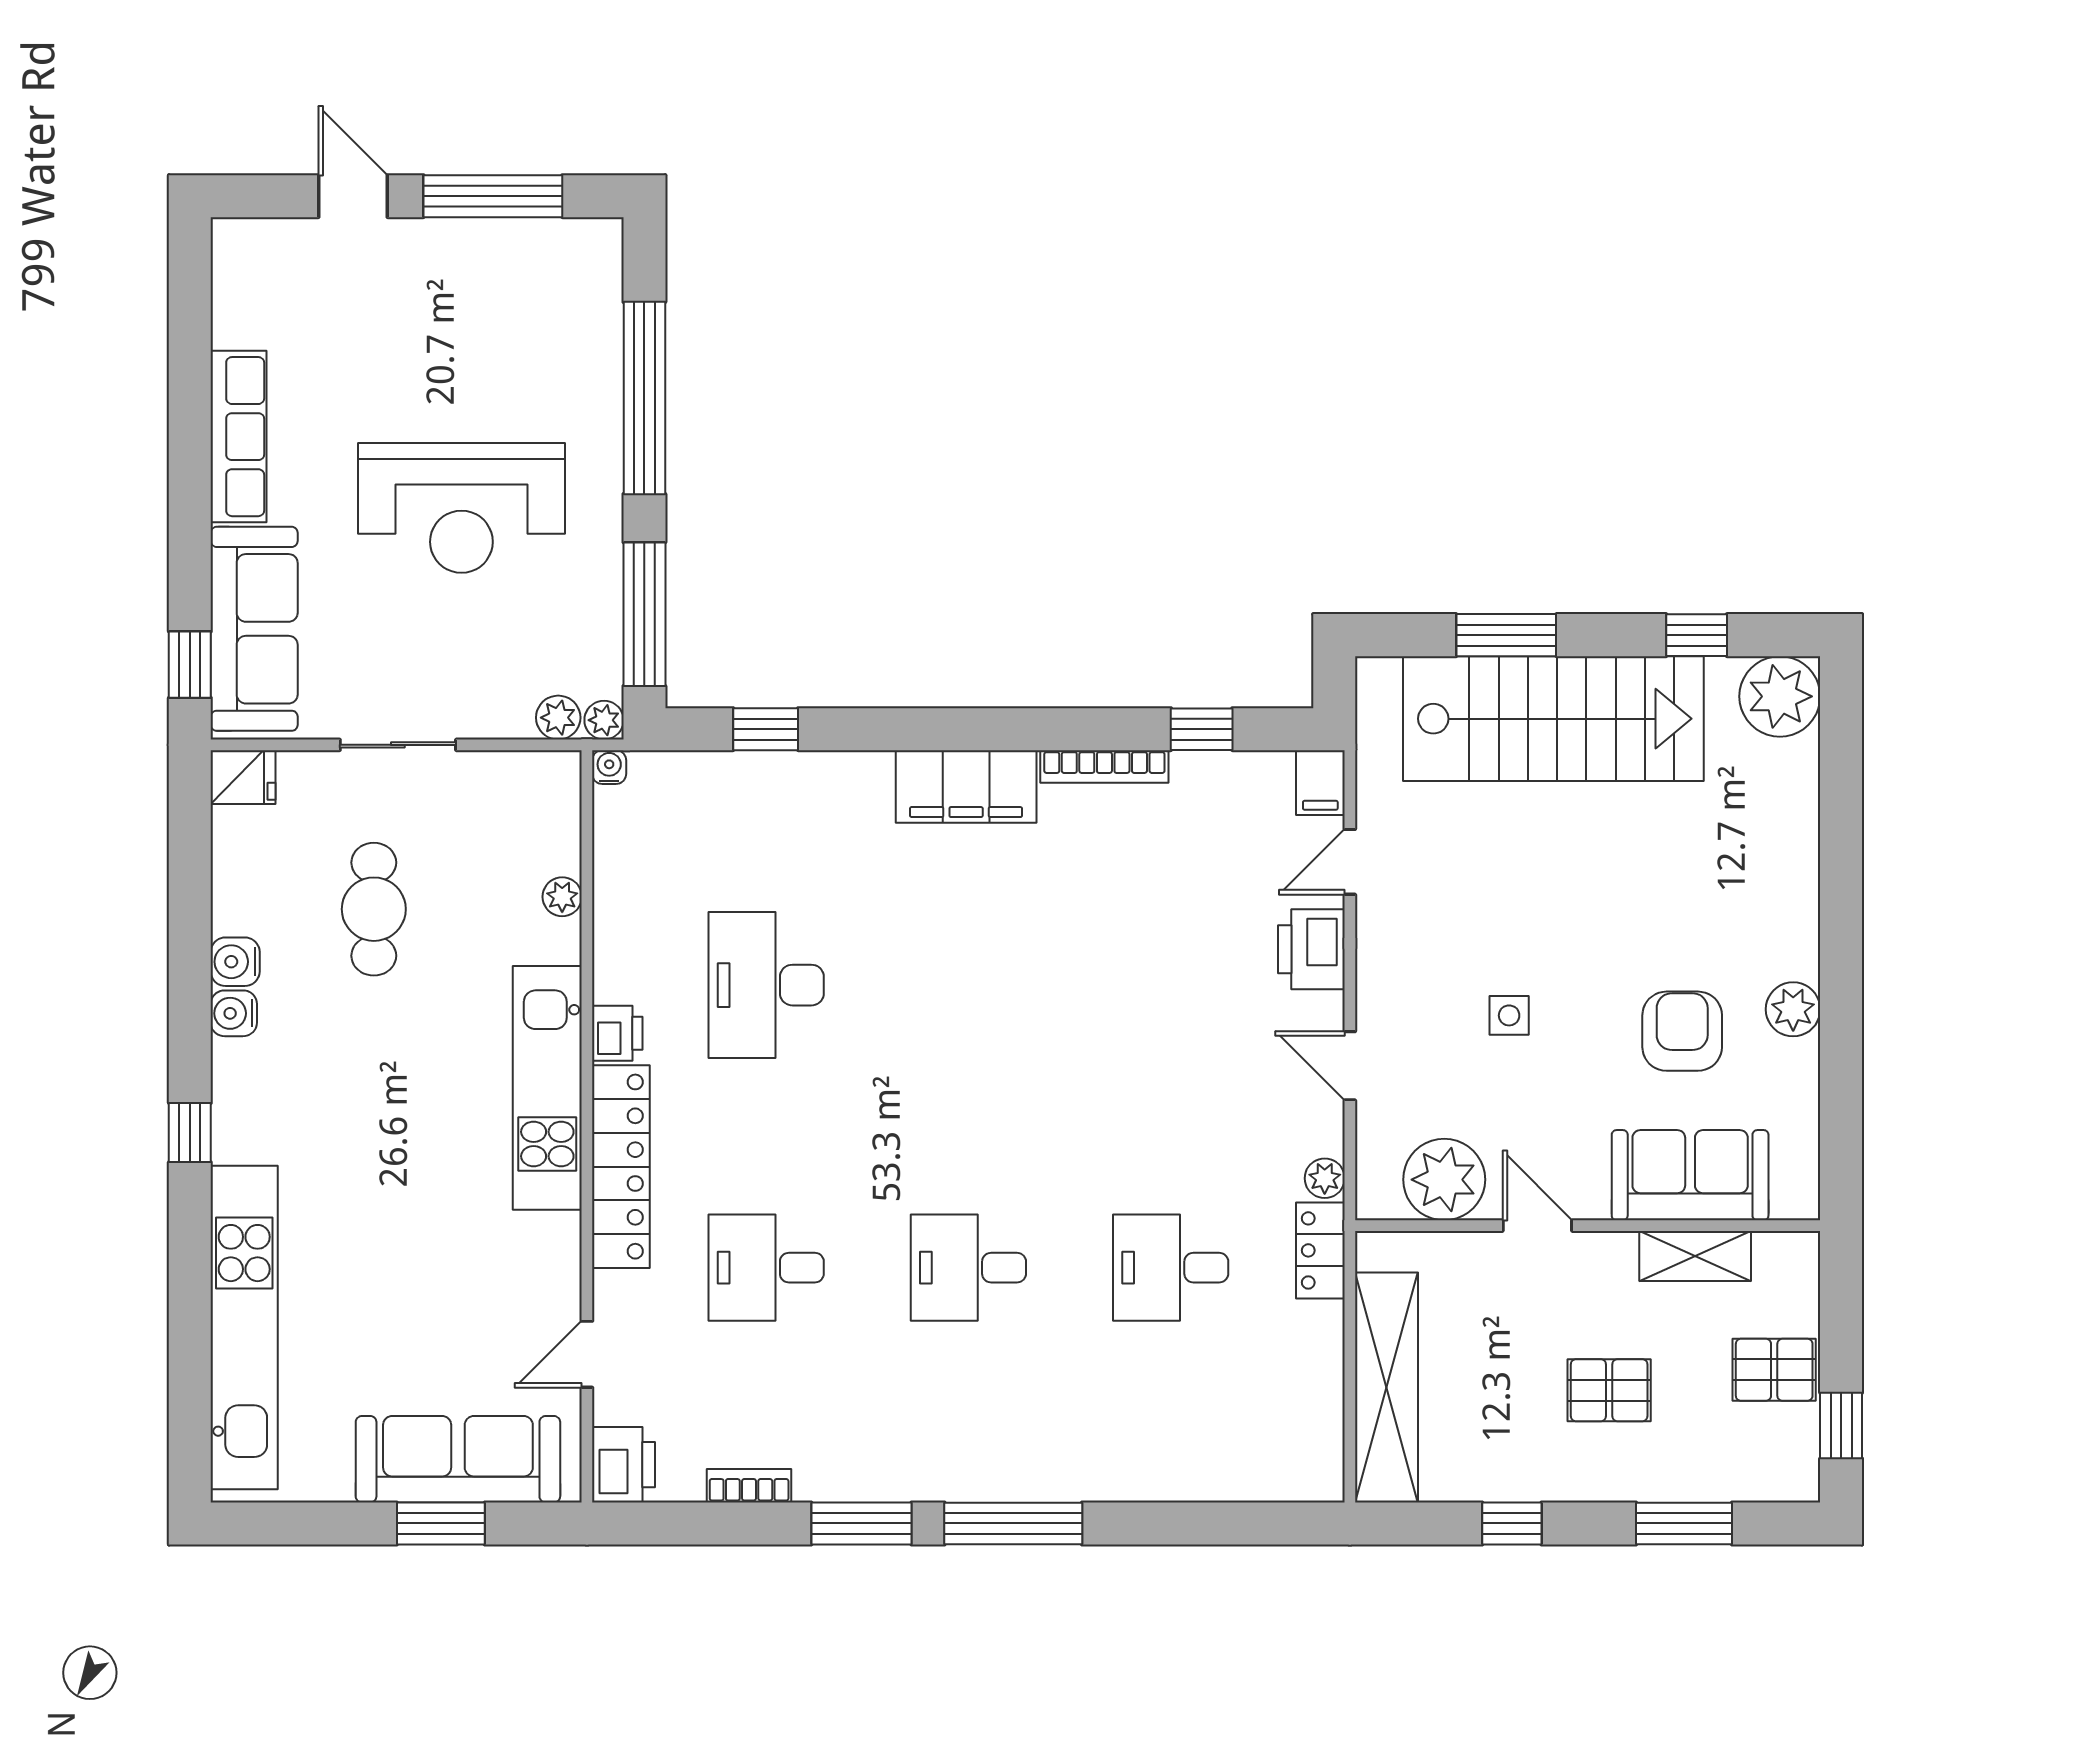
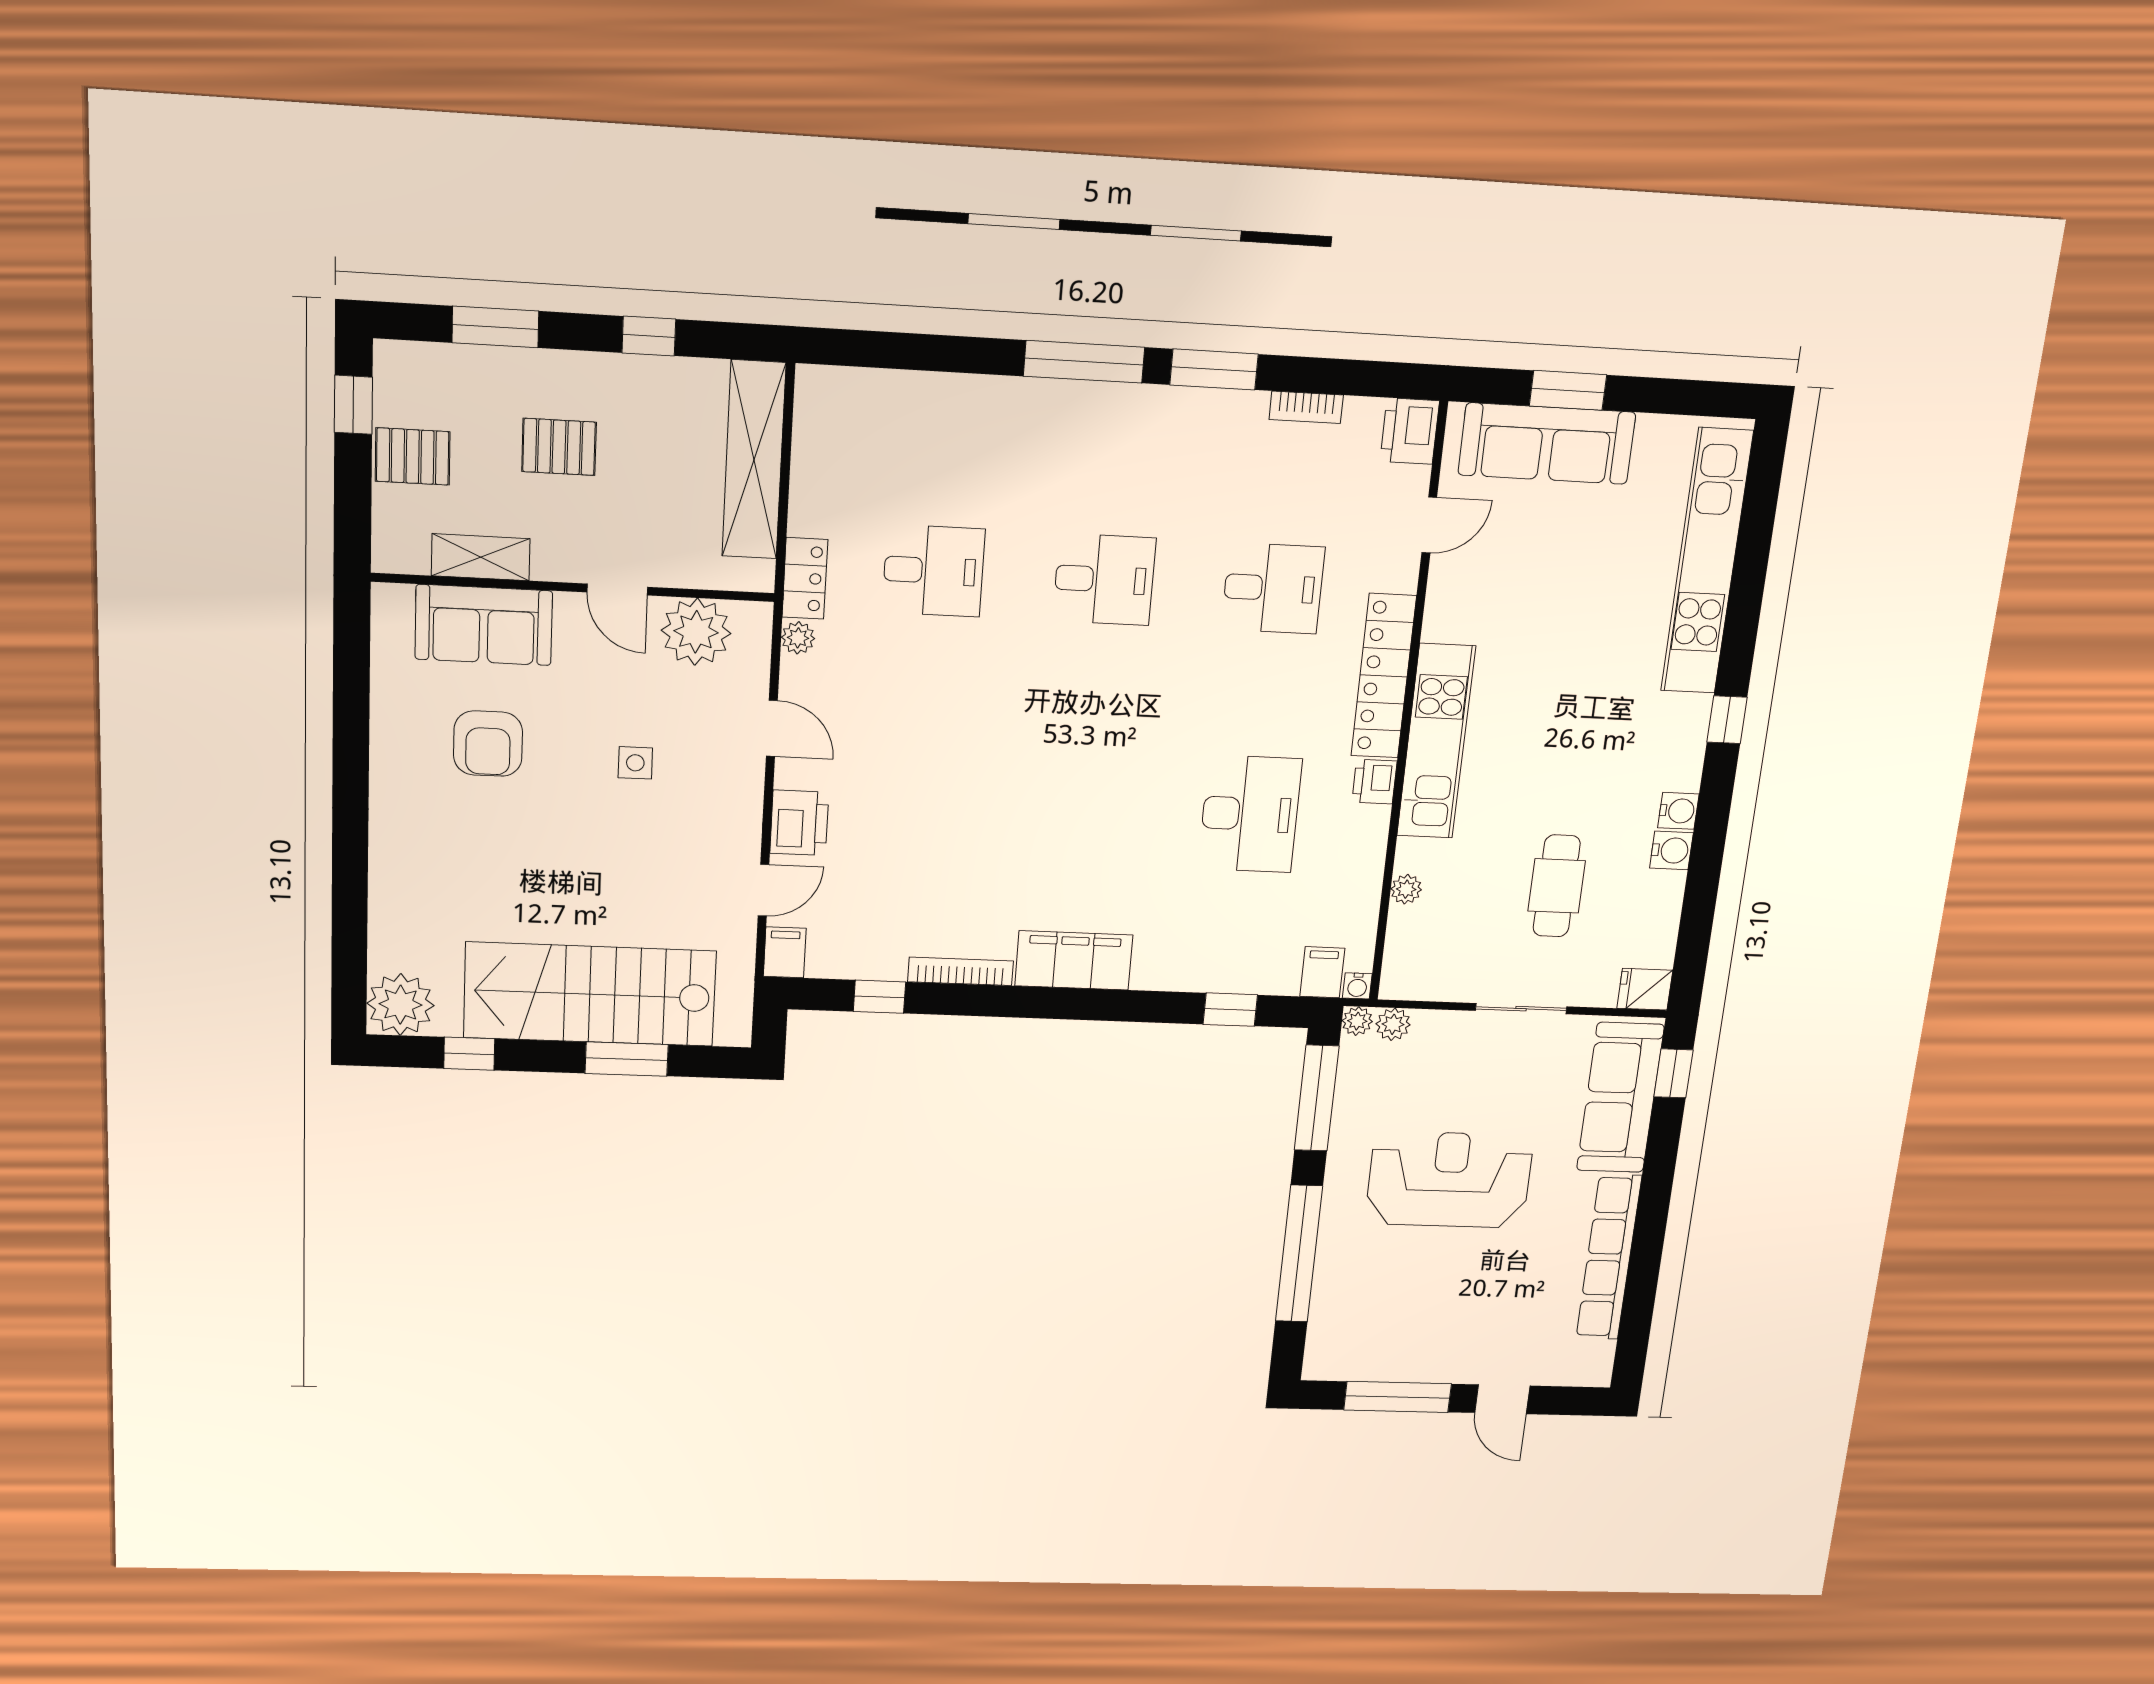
row of seats: (239, 437) -> (1609, 1257), width x1.36
filing cabinet: (655, 783) -> (1322, 972), added
plant: (1793, 1009) -> (392, 757), removed

